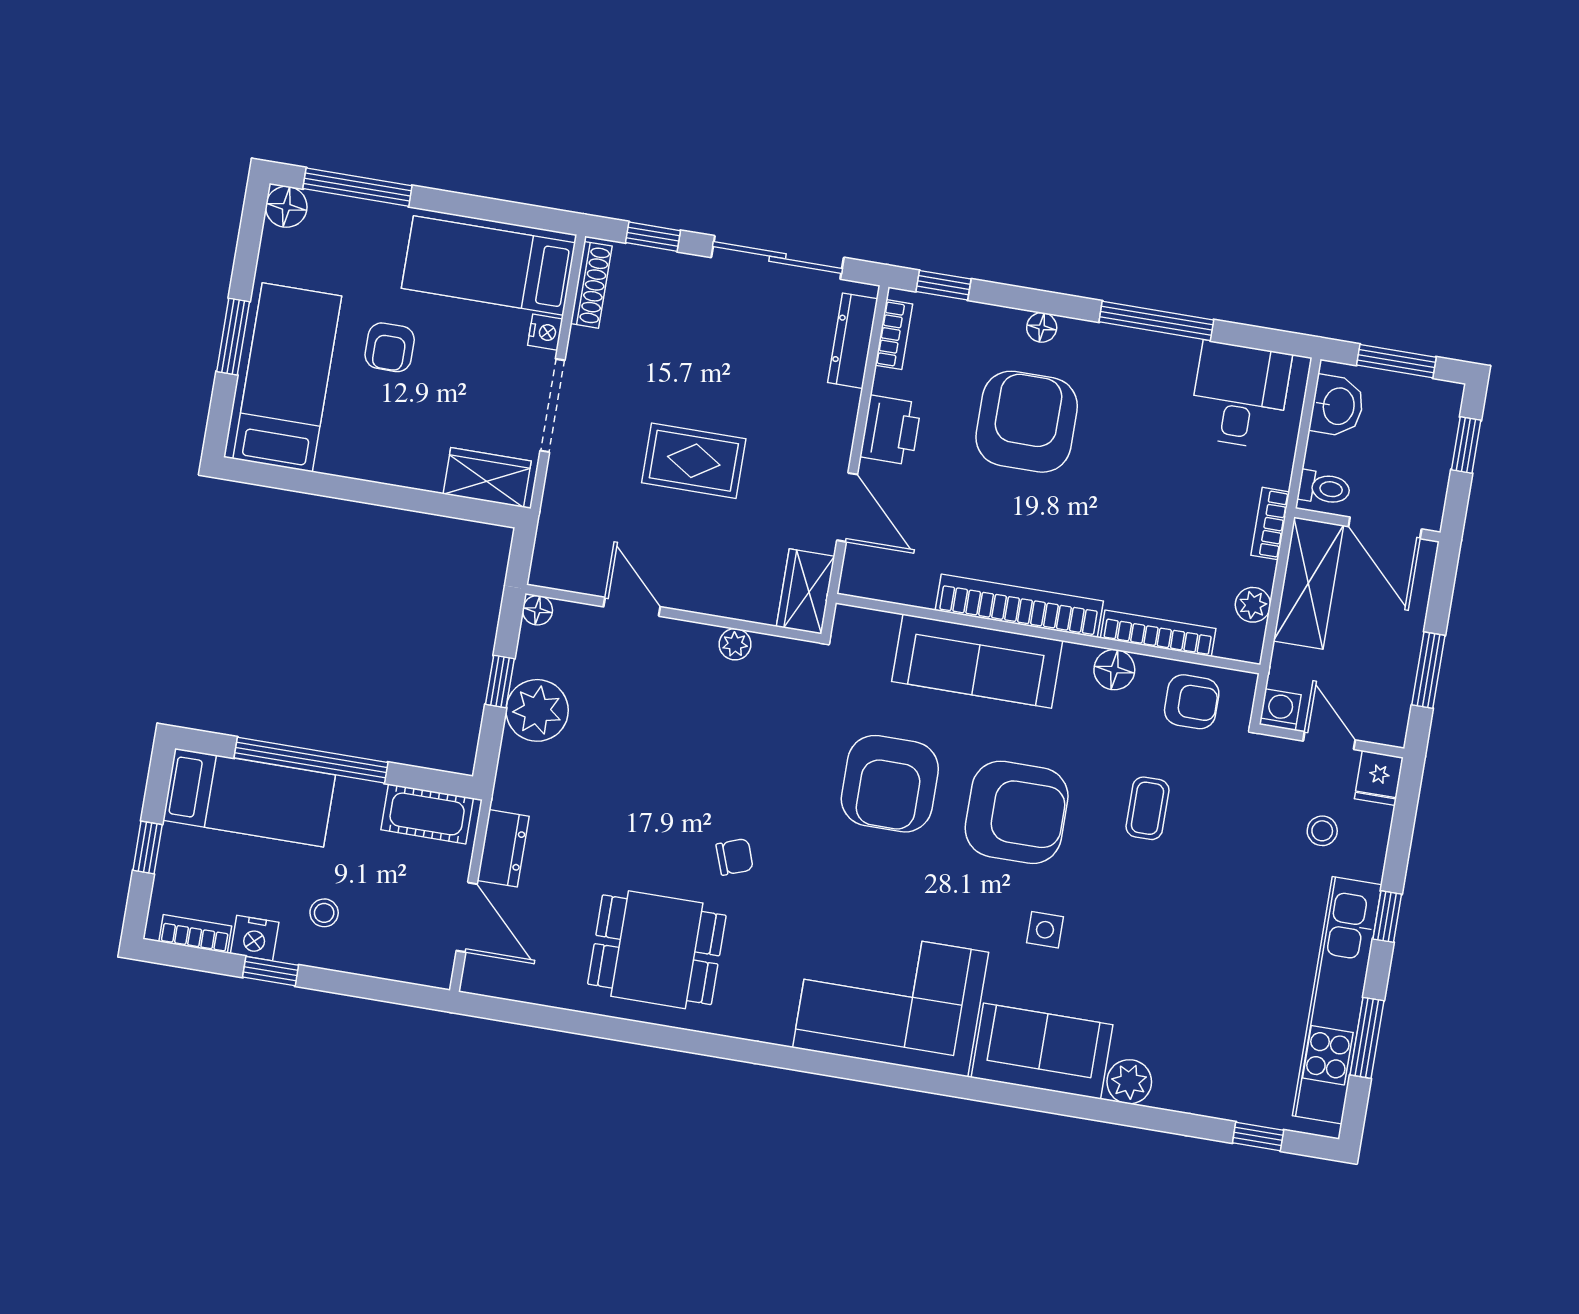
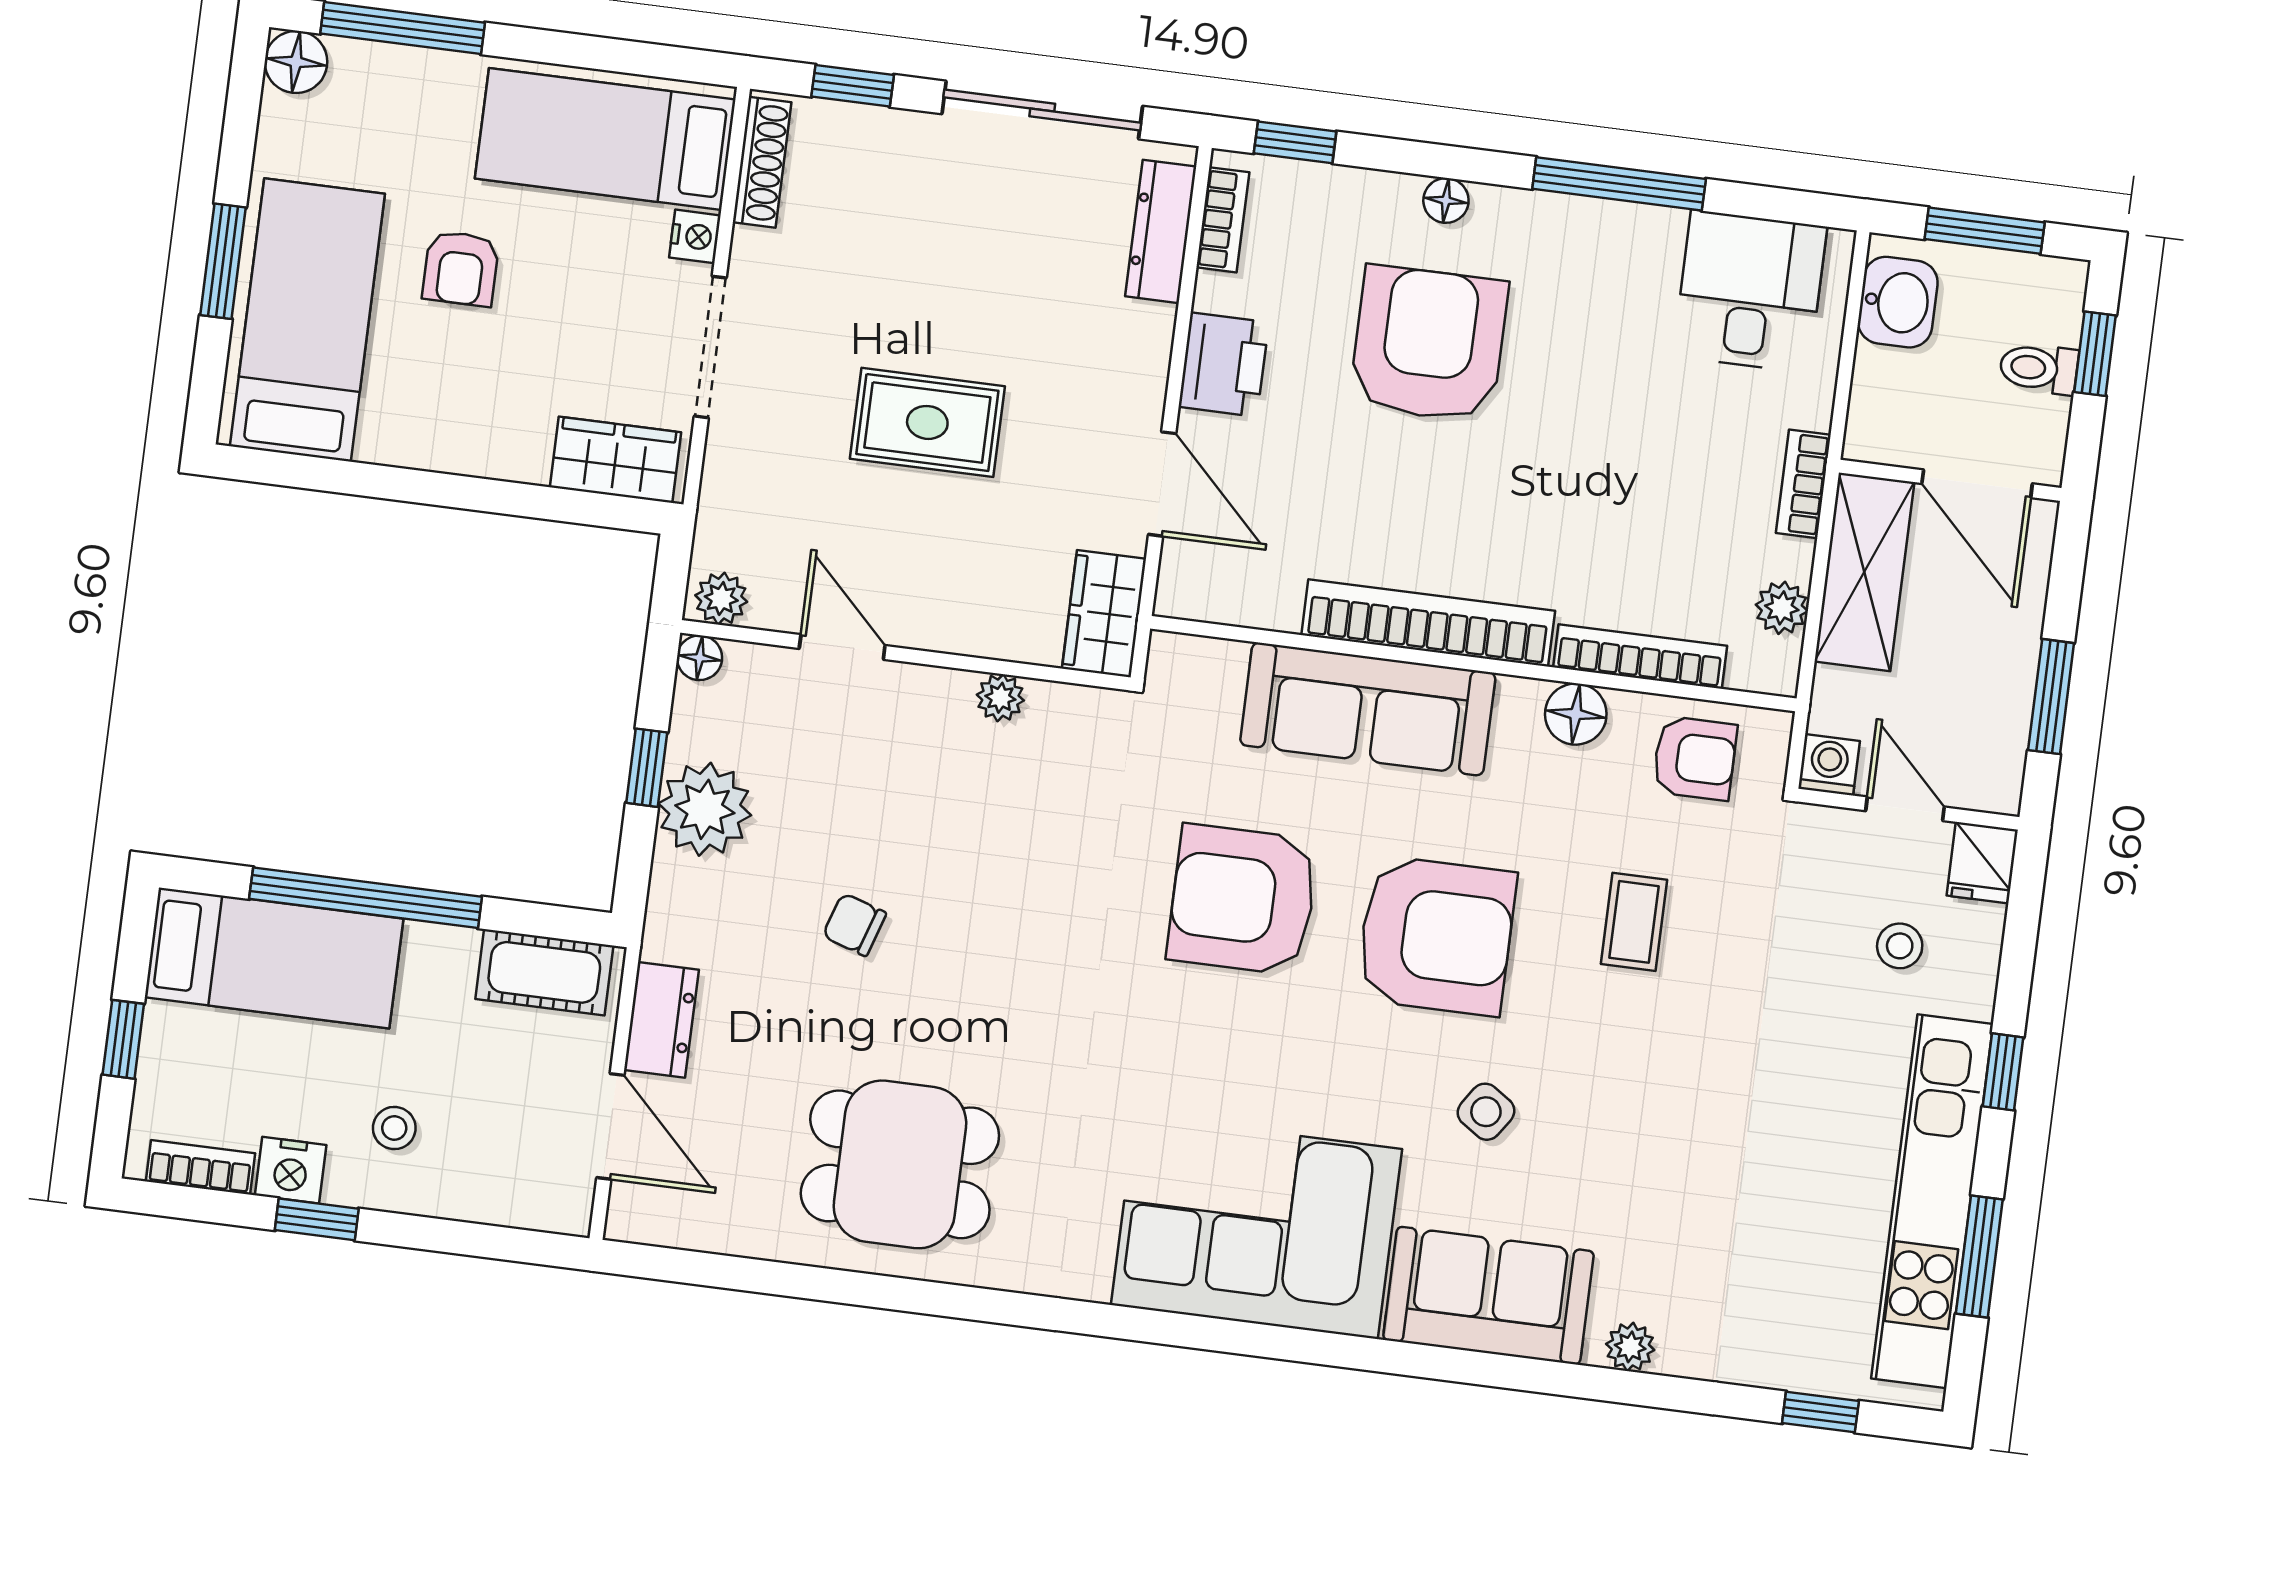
toilet: (1324, 488) -> (2039, 368), moved, turned 180
plant: (553, 572) -> (721, 599), added
armchair: (890, 784) -> (1243, 900), turned 90
chair: (735, 857) -> (854, 925), moved, turned -142
side table: (1045, 930) -> (1486, 1112), turned 34
plant: (1129, 1082) -> (1630, 1347), width x0.73, depth x0.73

